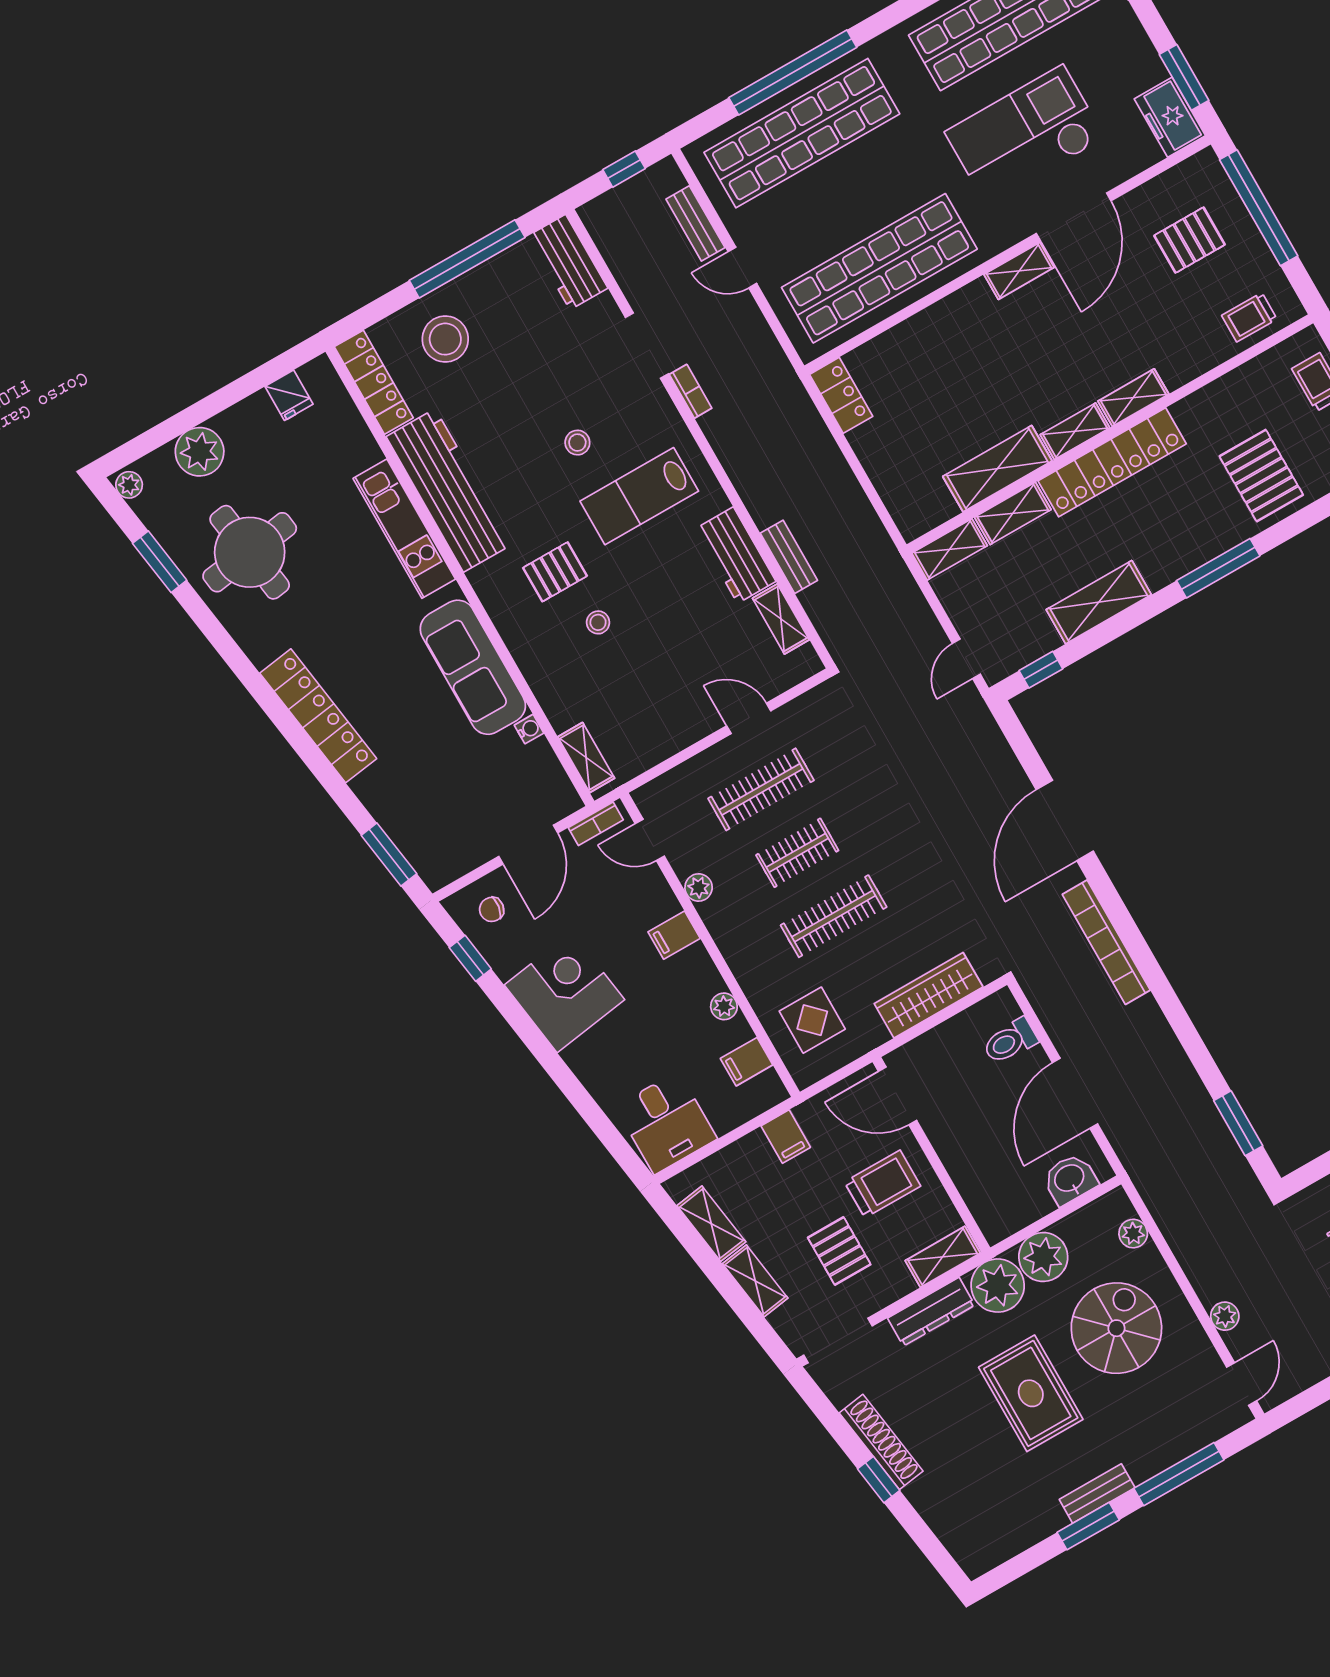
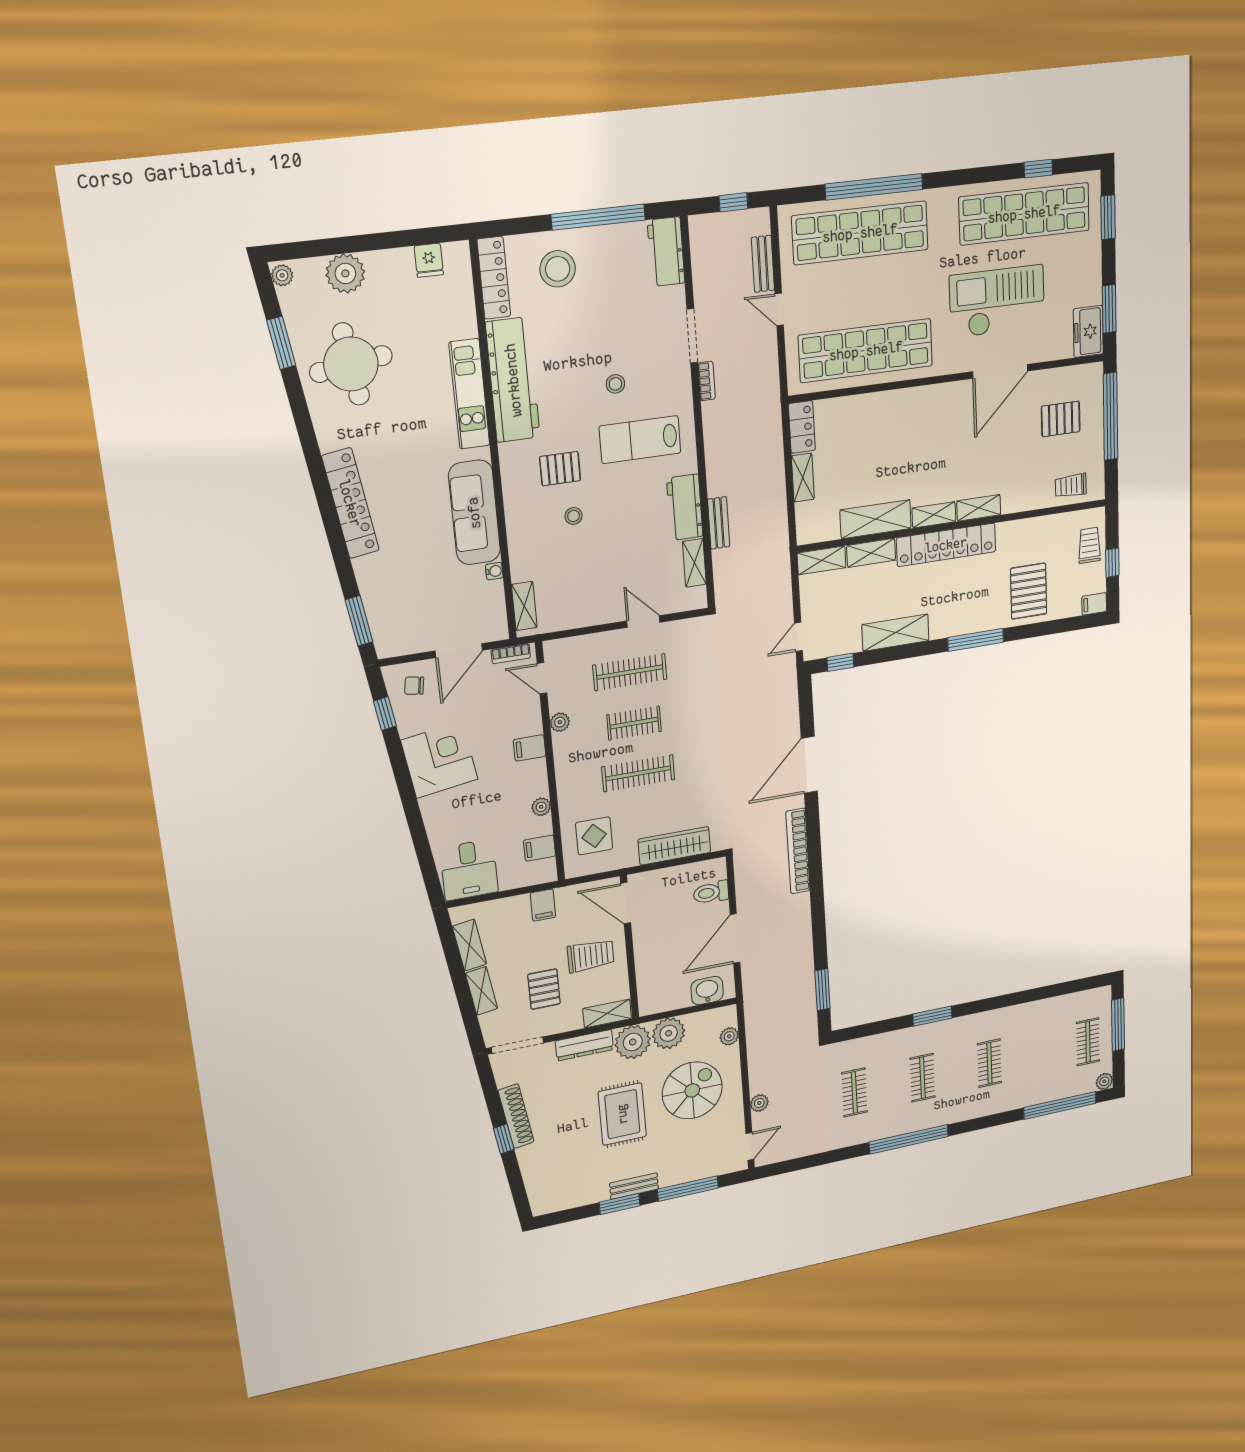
shelving: (1019, 271) -> (803, 478), moved, turned 90

